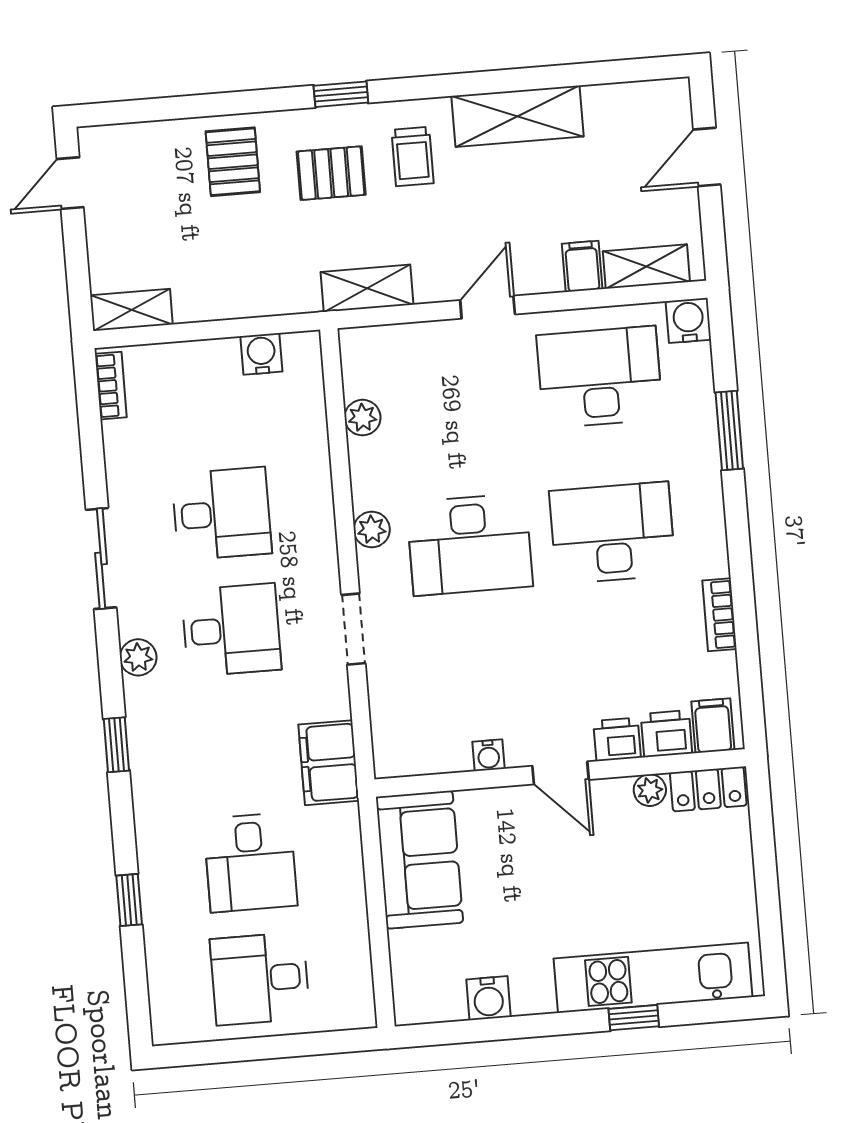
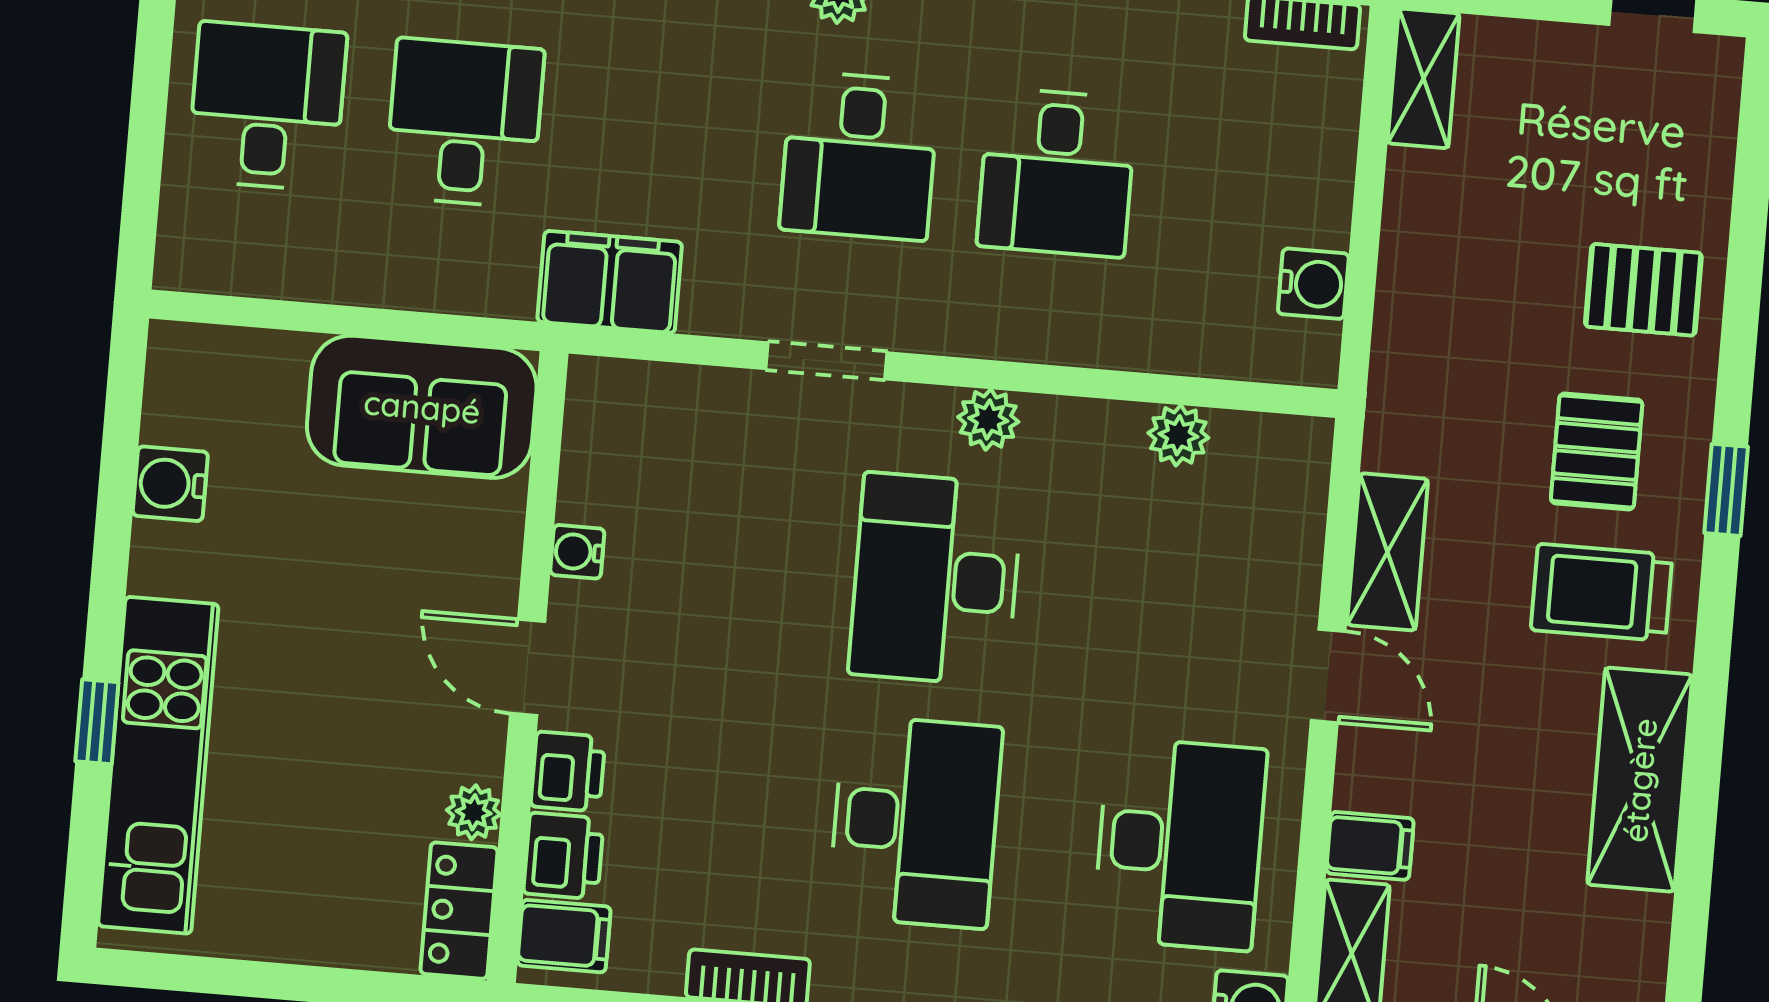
trolley: (413, 157) -> (1602, 592), width x1.36, depth x1.39
shelving: (367, 288) -> (1388, 552), moved
door: (561, 773) -> (528, 667), hinge flipped
desk: (250, 862) -> (464, 123), turned 90

